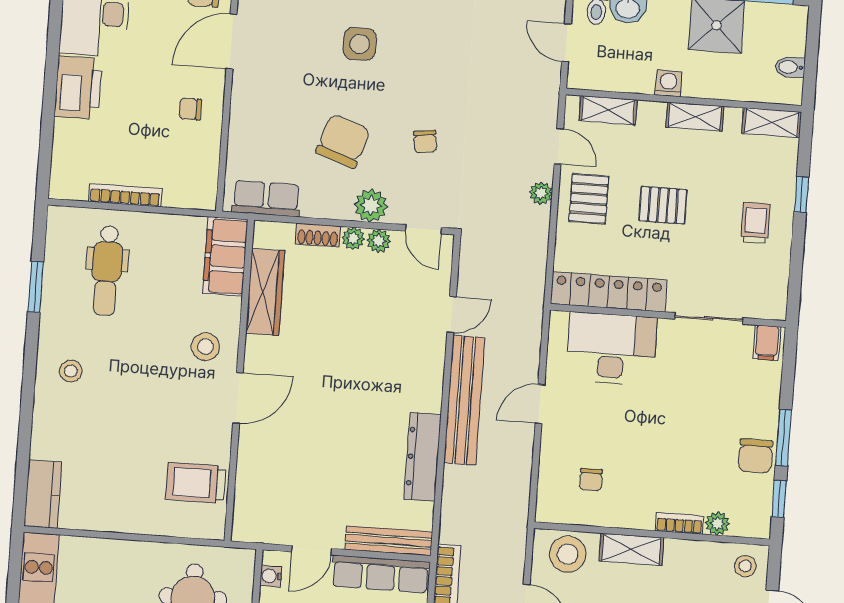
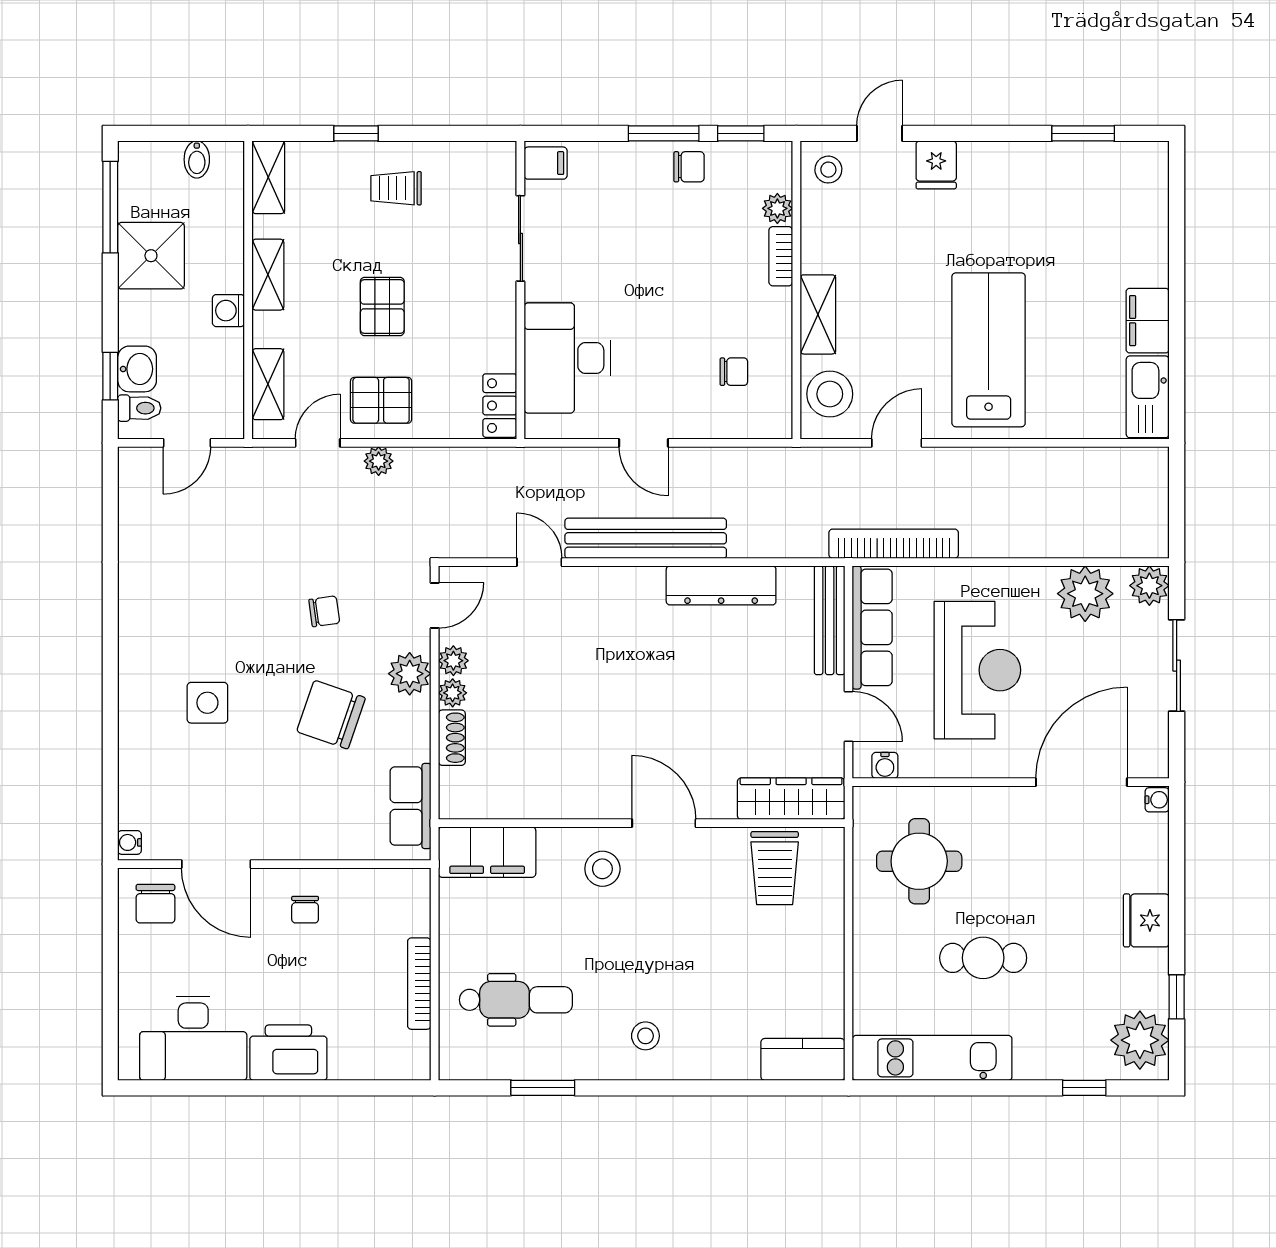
wardrobe: (265, 292) -> (791, 799), moved
locker: (609, 292) -> (500, 406), width x0.46, depth x0.83
chair: (756, 456) -> (689, 167), width x0.73, depth x0.73

